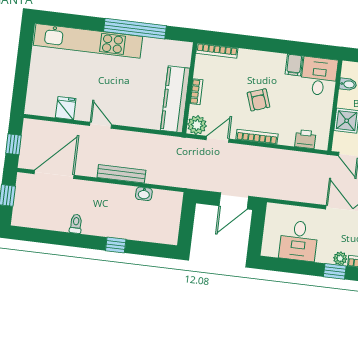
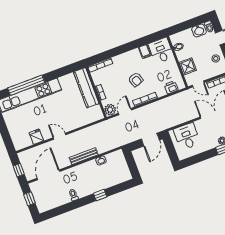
window: (135, 29) -> (26, 85), moved
kitchen counter: (175, 99) -> (86, 88), moved
desk: (299, 241) -> (187, 136), moved, turned 180

